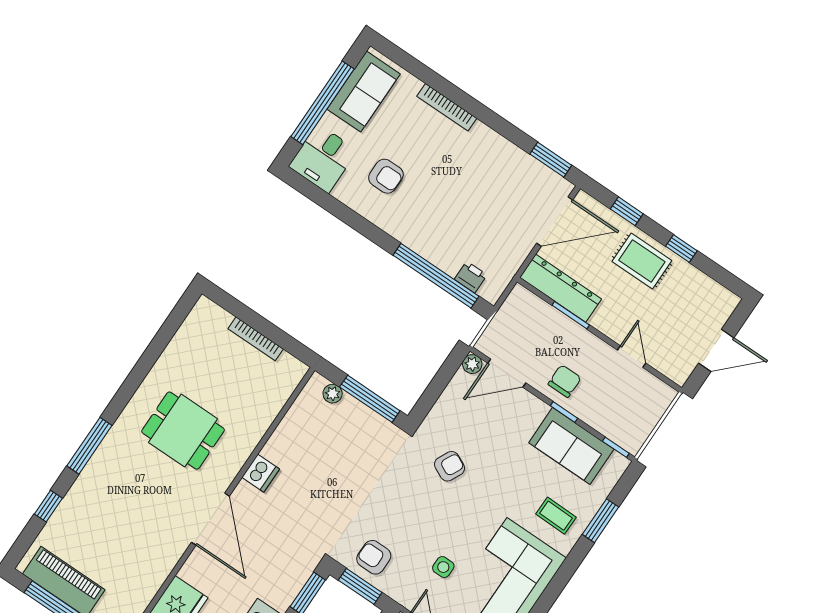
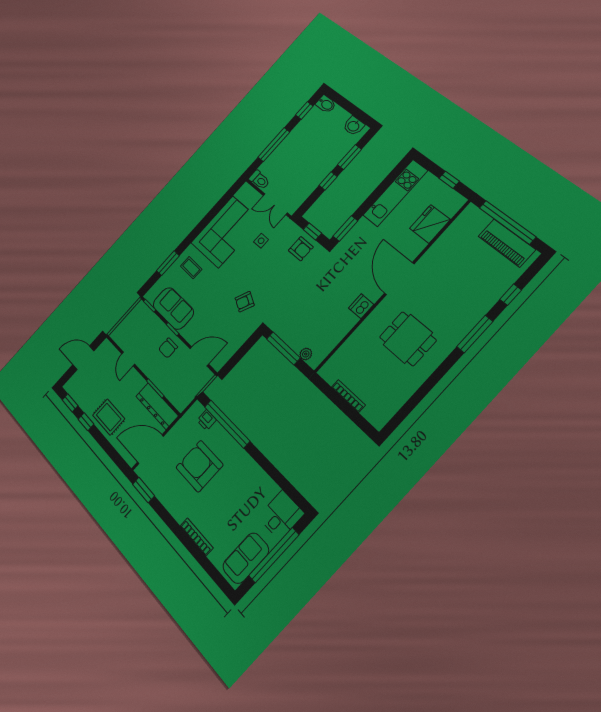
armchair: (386, 176) -> (199, 466), moved, width x1.88, depth x1.88
window: (627, 211) -> (70, 403), moved
plant: (472, 364) -> (218, 364), removed
window: (360, 586) -> (312, 231), width x0.67

